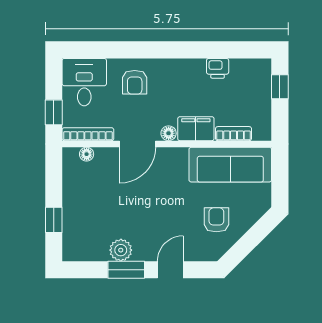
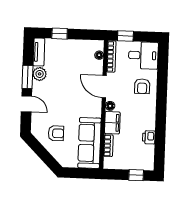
armchair: (135, 82) -> (142, 86), turned -90
tv unit: (85, 253) -> (39, 52), added

